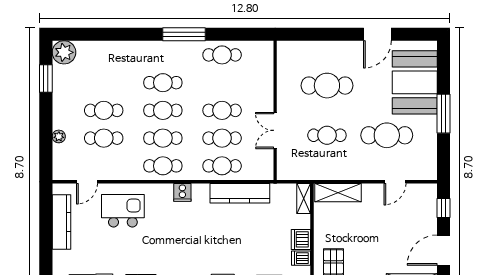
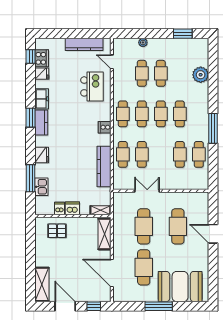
door: (377, 34) -> (213, 234), moved
plant: (64, 52) -> (201, 75), moved
cafe table: (222, 110) -> (180, 154), moved
cafe table: (327, 135) -> (144, 226), width x1.37, depth x1.35
door: (395, 182) -> (112, 273), width x1.88

